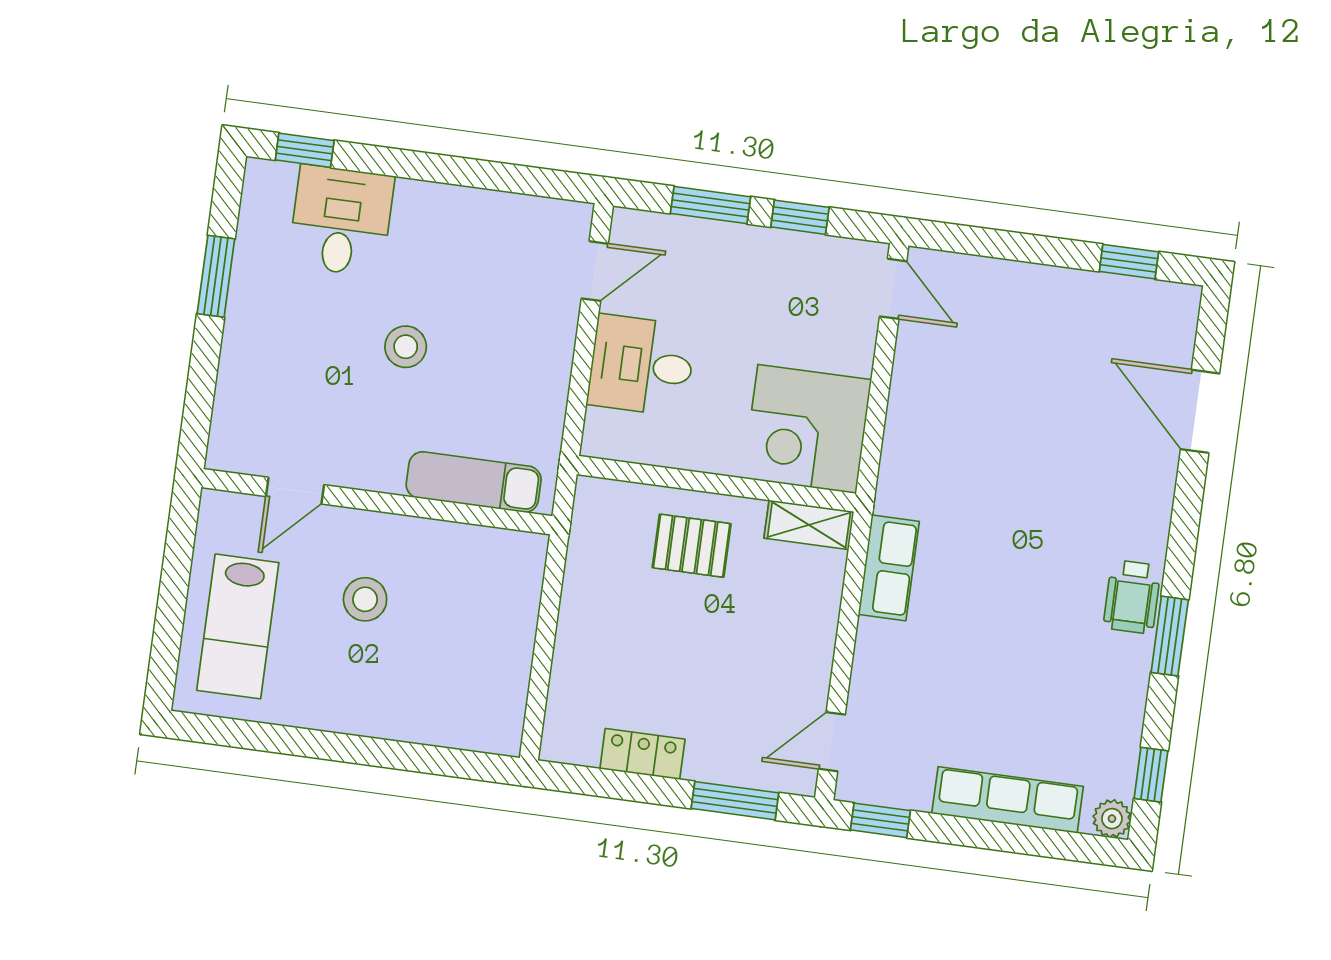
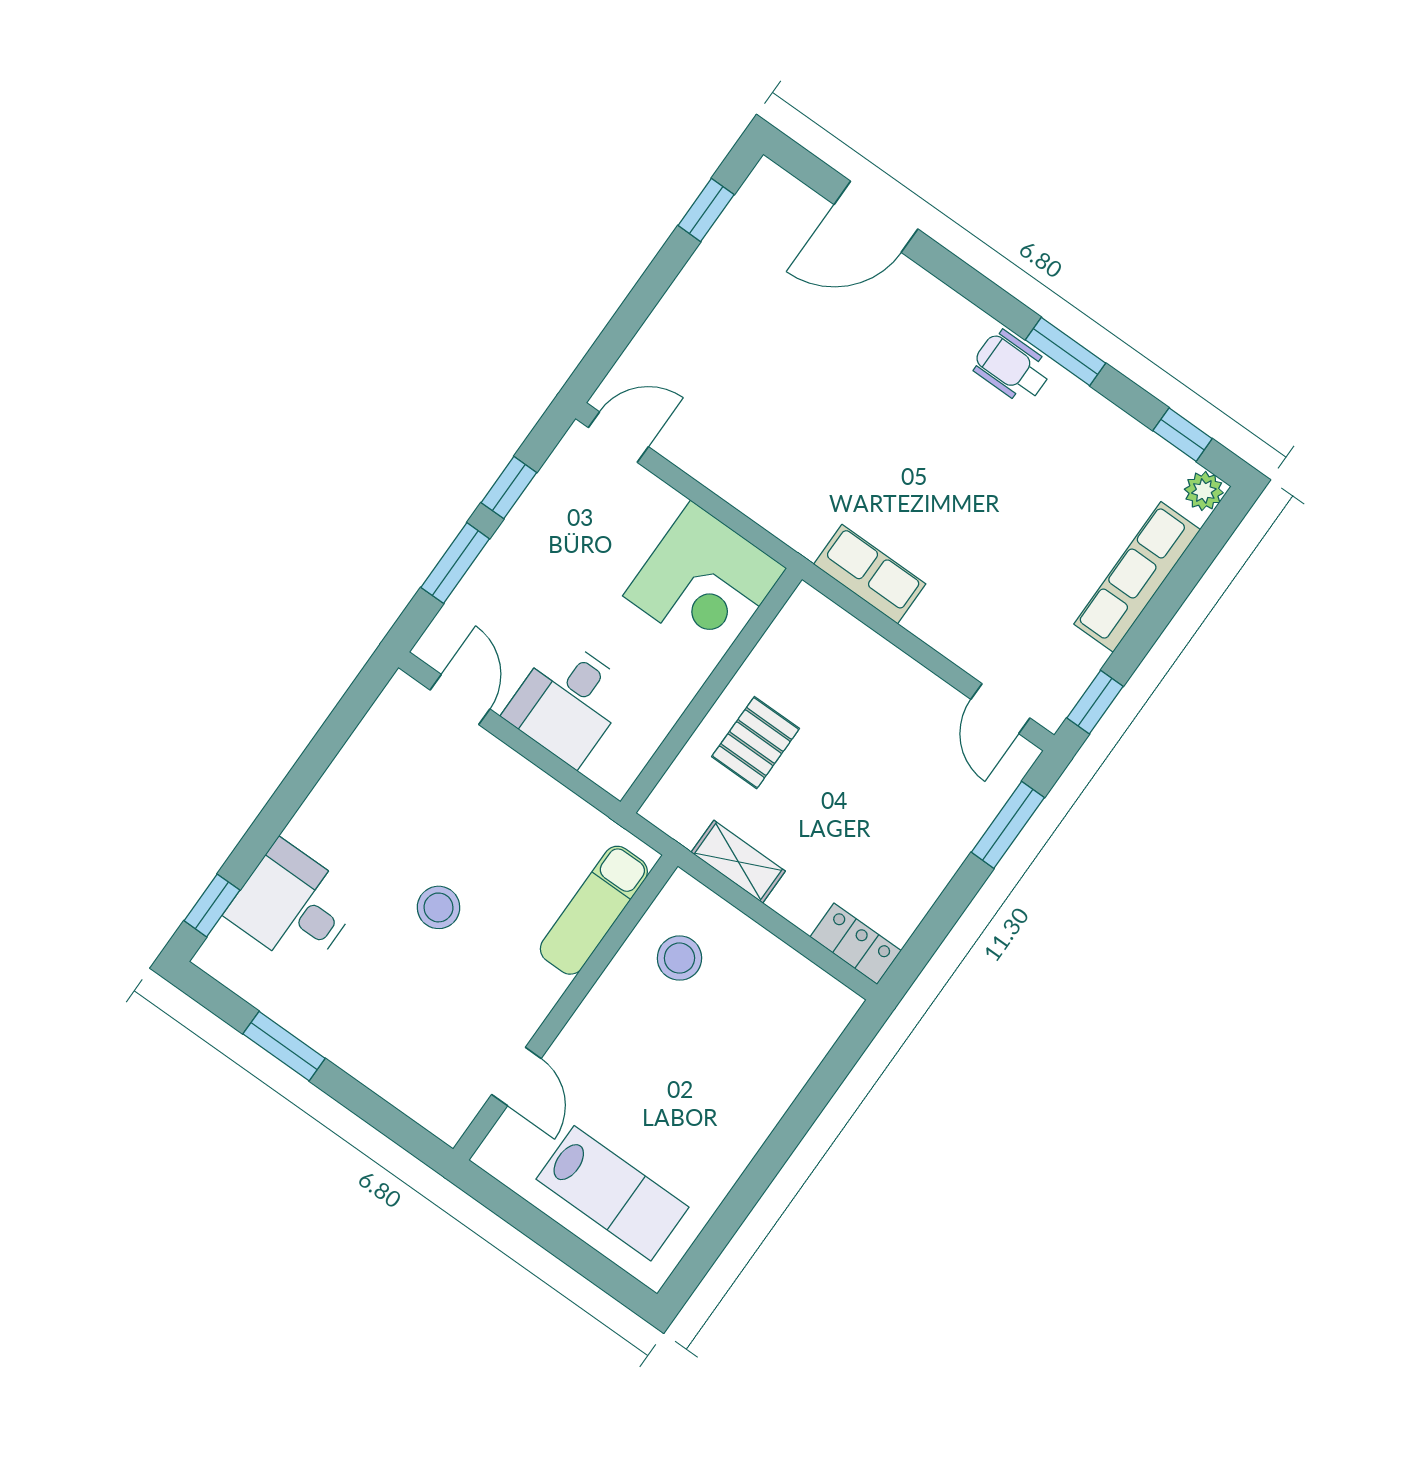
shelving: (809, 525) -> (738, 862), moved, turned 90
wheelchair: (1132, 597) -> (1012, 367), turned 180
stool: (365, 599) -> (679, 958), moved
locker: (642, 754) -> (856, 944), moved, turned 90

